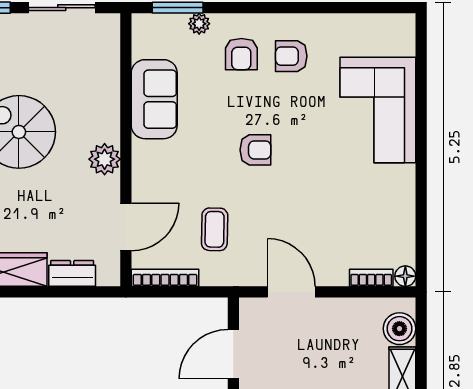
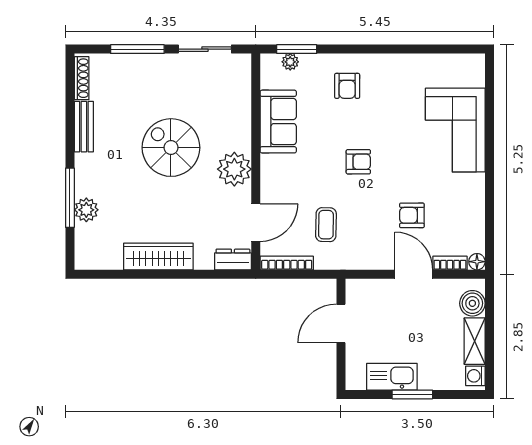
plant: (199, 24) -> (290, 62), moved
armchair: (291, 56) -> (412, 215), moved
plant: (105, 159) -> (234, 169), width x1.36, depth x1.36
dresser: (72, 273) -> (233, 260), moved
door: (291, 292) -> (414, 274), moved

